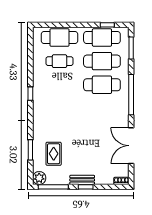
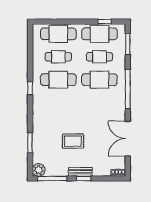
cafe table: (102, 61) -> (99, 57), width x0.73, depth x0.74
cafe table: (59, 85) -> (58, 80), added
rug: (54, 154) -> (73, 141), moved, turned 90

